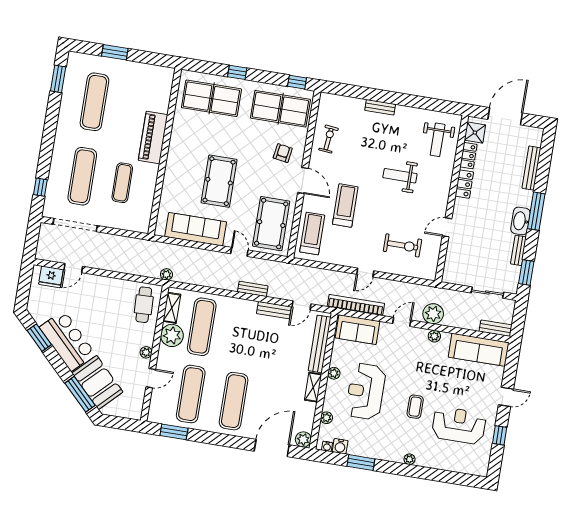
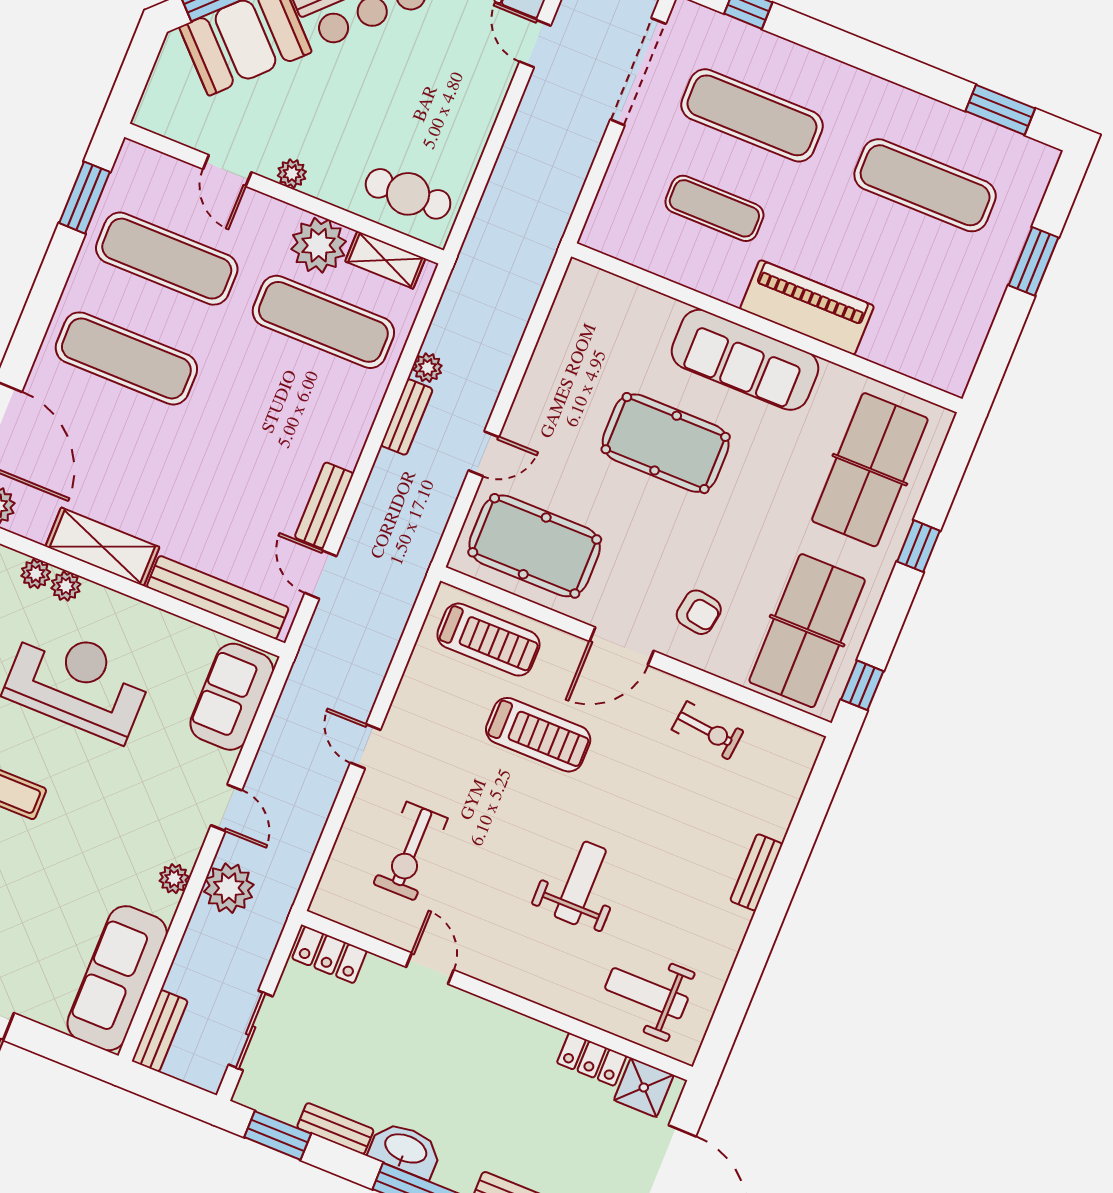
locker: (464, 184) -> (329, 955), moved
sofa: (196, 229) -> (745, 360), moved, turned 90
plant: (166, 274) -> (428, 368), moved
bench: (253, 289) -> (407, 417), moved
bookcase: (356, 305) -> (292, 706), removed
plant: (334, 373) -> (66, 586), moved
shelving: (313, 387) -> (102, 547), width x1.50, depth x1.33

